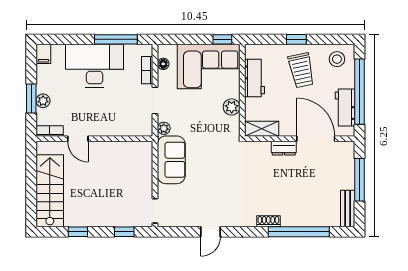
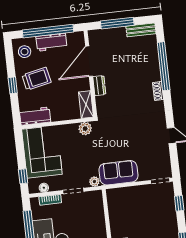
window: (222, 39) -> (23, 176), moved
workbench: (254, 78) -> (35, 116), moved
plant: (232, 107) -> (85, 129), moved
workbench: (345, 107) -> (51, 42), moved

